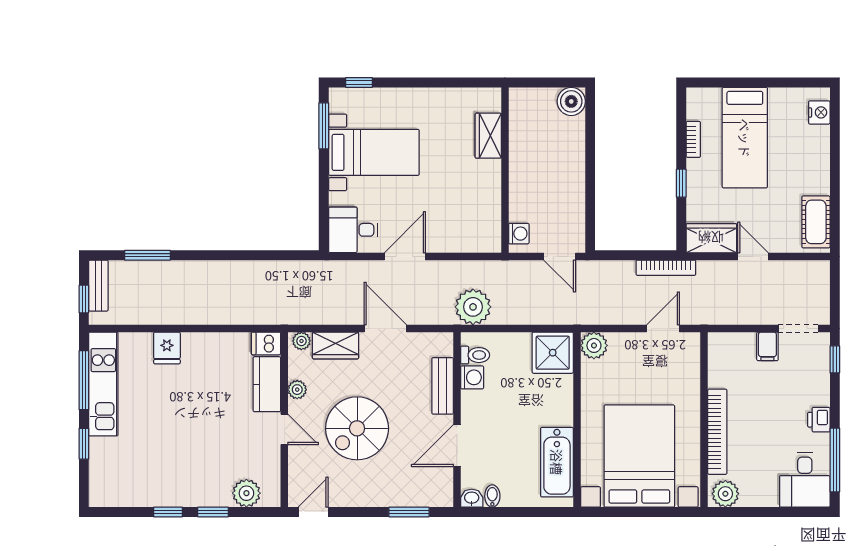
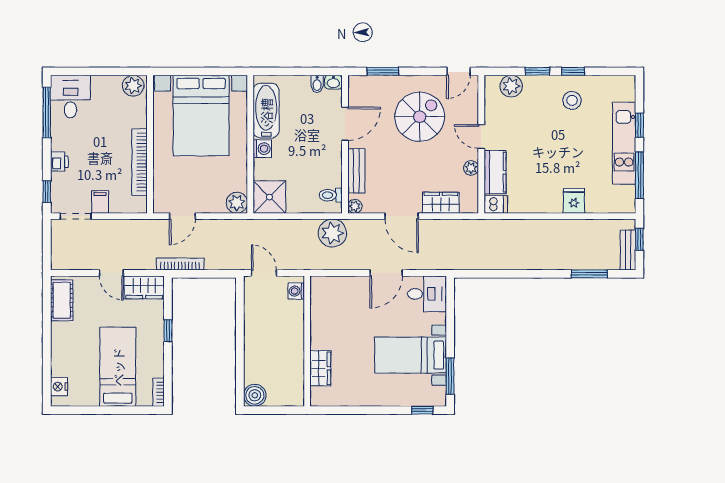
bookcase: (693, 139) -> (159, 392), moved
plant: (301, 341) -> (355, 206), moved
washing machine: (472, 377) -> (262, 149), moved, turned 180
kitchen unit: (103, 384) -> (624, 143), moved
printer: (819, 420) -> (59, 162), moved
spiral stairs: (357, 428) -> (420, 117), moved
bookcase: (717, 432) -> (140, 162), moved
stool: (169, 475) -> (572, 100), added

